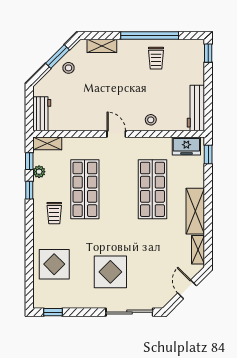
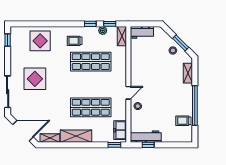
window: (208, 53) -> (148, 145), moved
trolley: (156, 58) -> (183, 121), moved
door: (116, 134) -> (128, 93), moved
door: (187, 289) -> (23, 131), width x1.87

